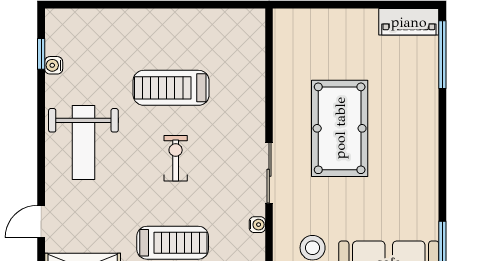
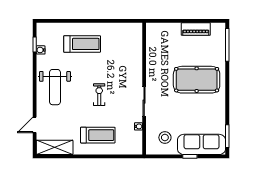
piano: (409, 22) -> (196, 29), moved
treadmill: (171, 88) -> (82, 44), moved, turned 180
pool table: (340, 128) -> (197, 80), moved, turned 90

